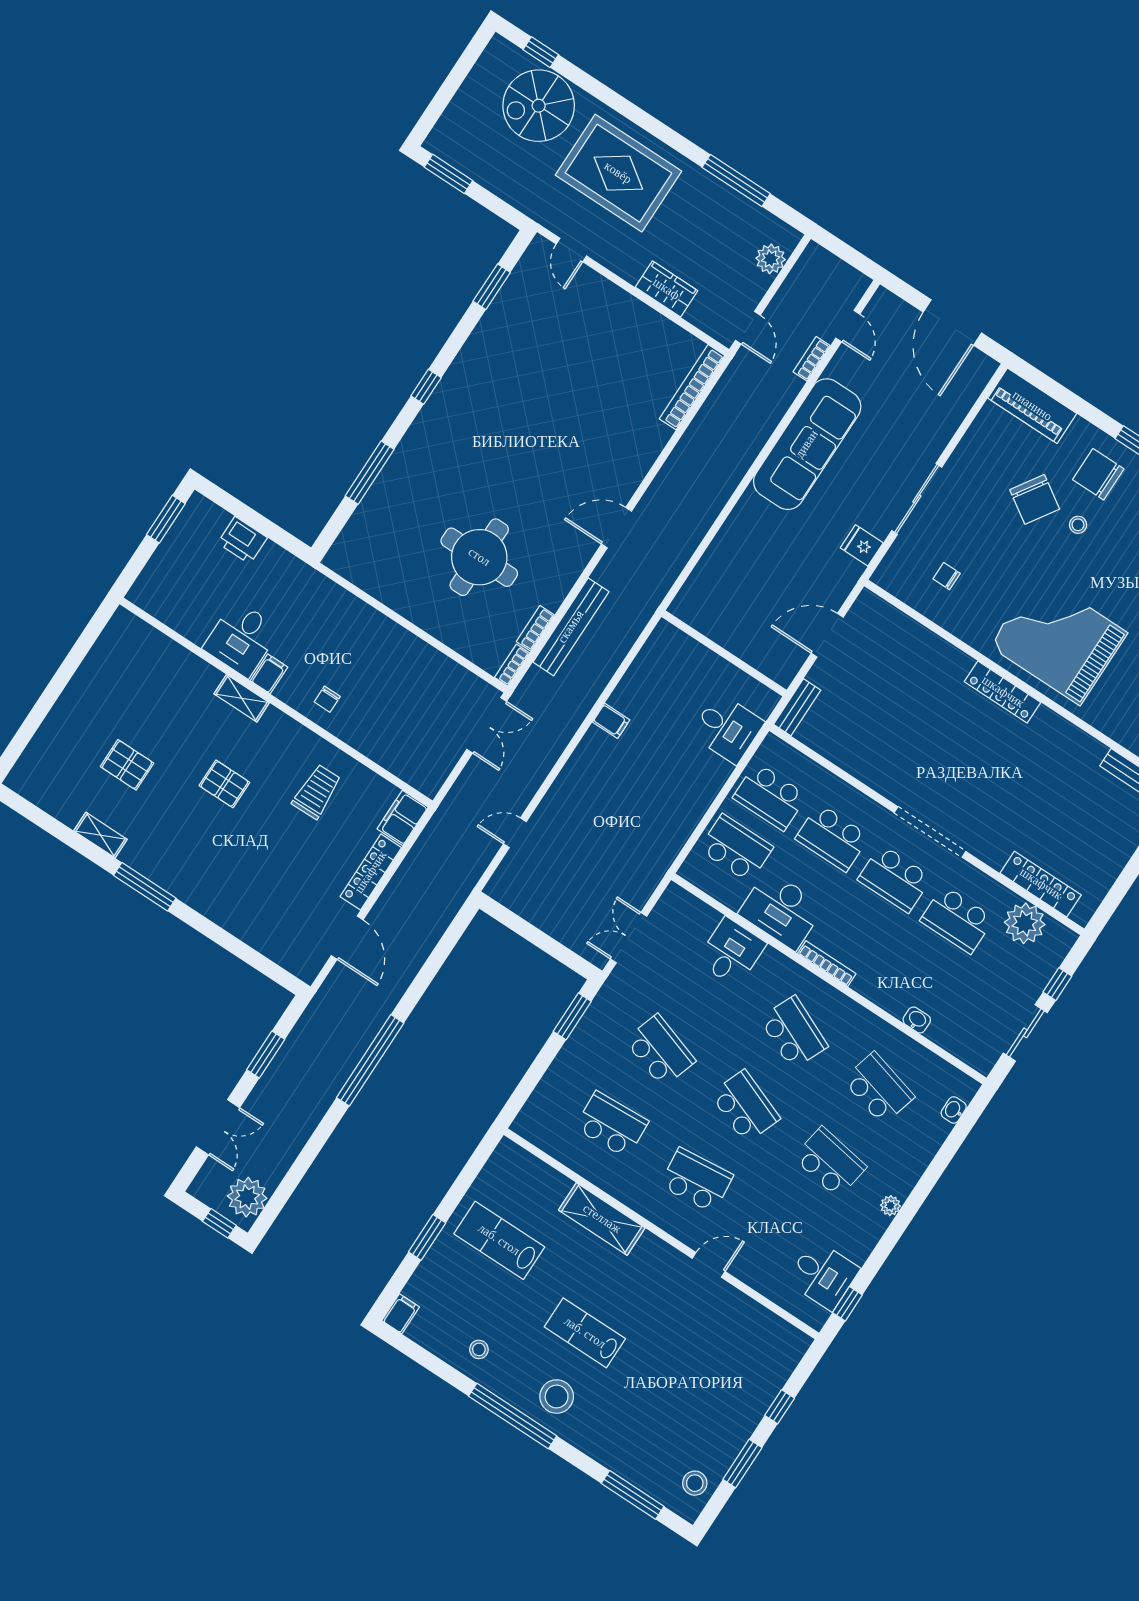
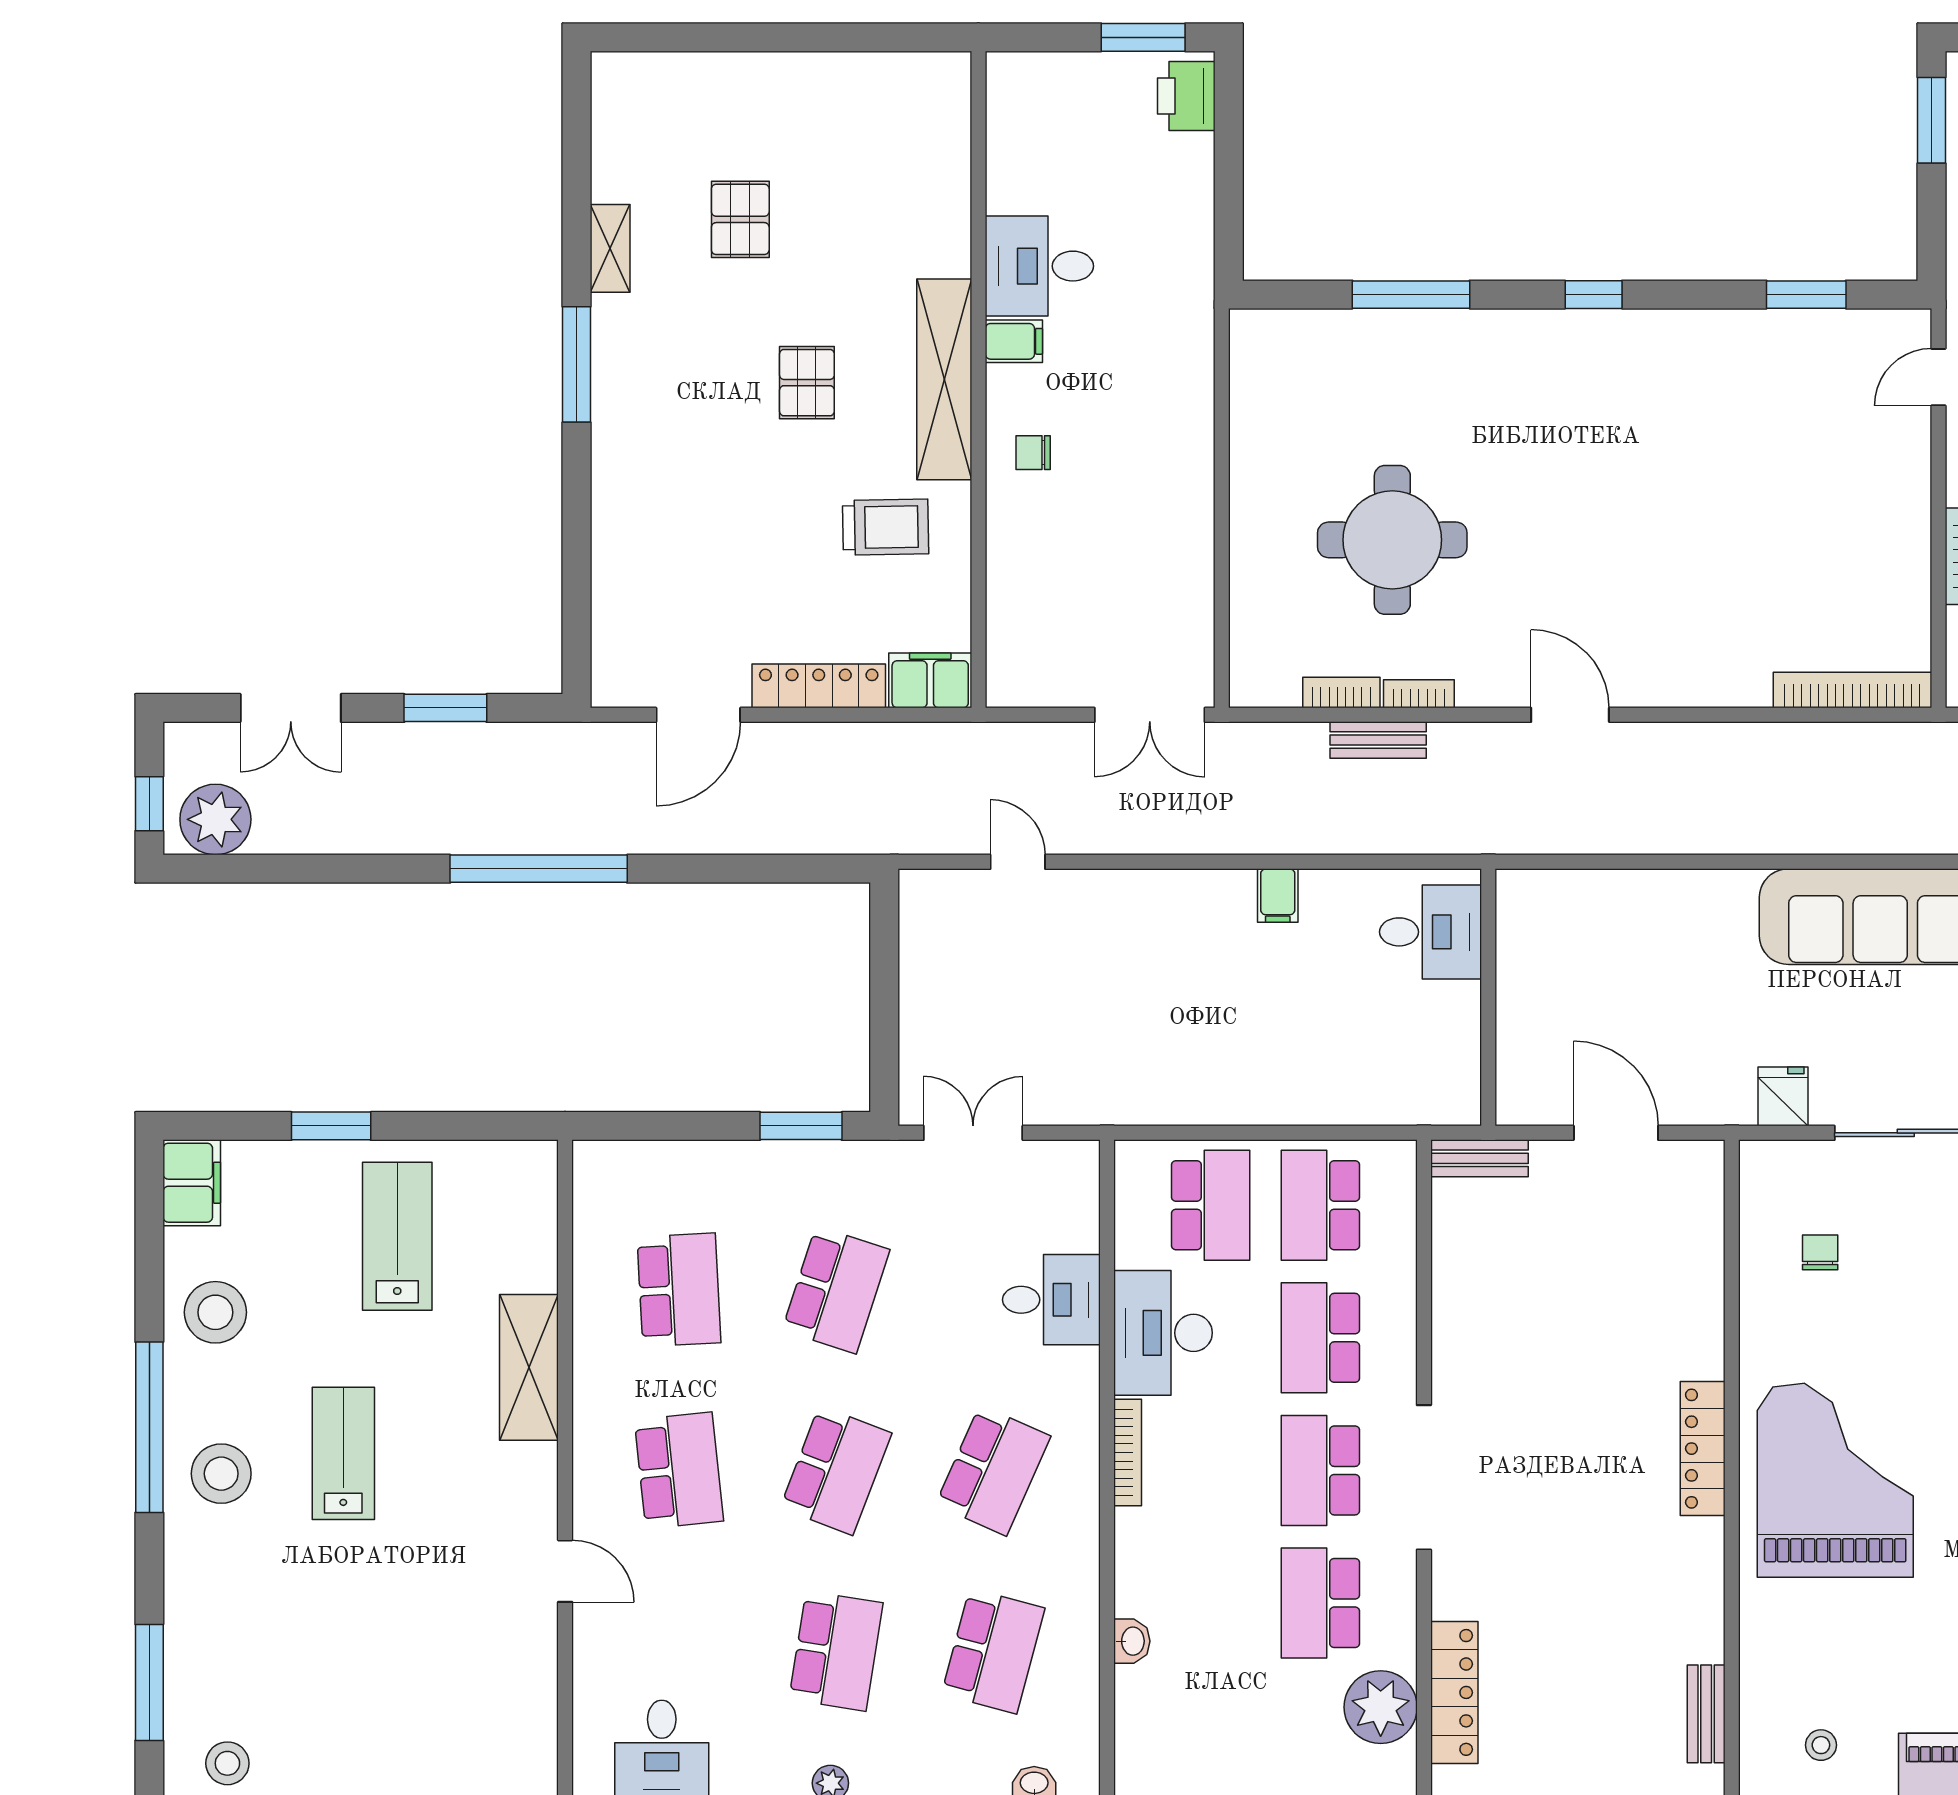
printer: (242, 540) -> (1186, 96), moved
bench: (571, 627) -> (1378, 740), width x0.54, depth x0.82
bookcase: (512, 665) -> (1419, 694), moved
shelving: (242, 698) -> (944, 379), width x2.20, depth x1.33
desk: (727, 728) -> (1431, 932), moved, turned -90
filing cabinet: (401, 1314) -> (192, 1183), width x2.00
stool: (479, 1349) -> (215, 1312), width x1.89, depth x1.89

